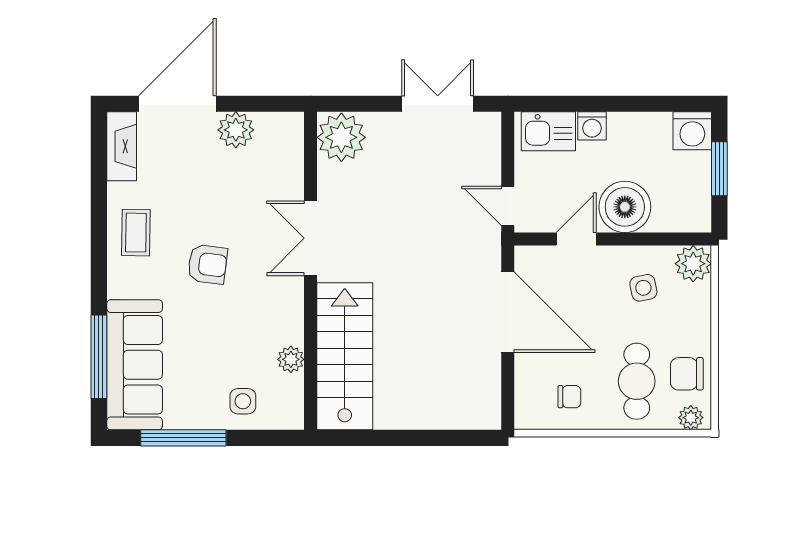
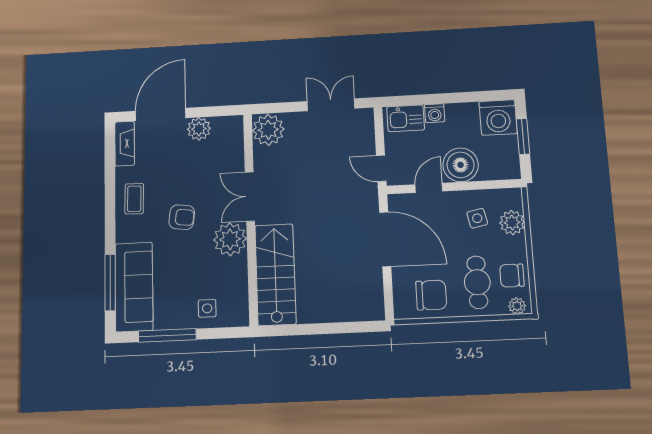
washing machine: (692, 131) -> (498, 118), width x1.37, depth x1.37
plant: (693, 264) -> (512, 223), moved
plant: (291, 359) -> (230, 239), moved, width x1.88, depth x1.88
chair: (569, 397) -> (431, 295), width x1.87, depth x1.87

